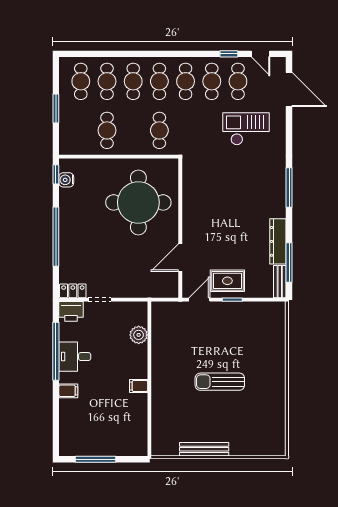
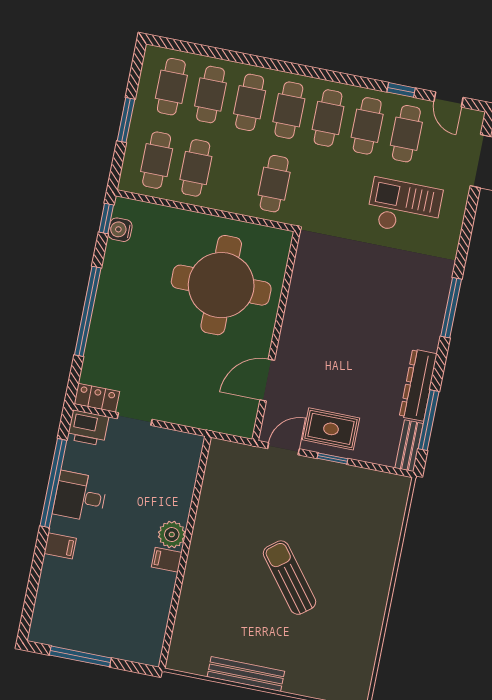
cafe table: (81, 130) -> (157, 160), added
plant: (139, 335) -> (172, 534), moved
sun lounger: (220, 382) -> (290, 578), turned 52

